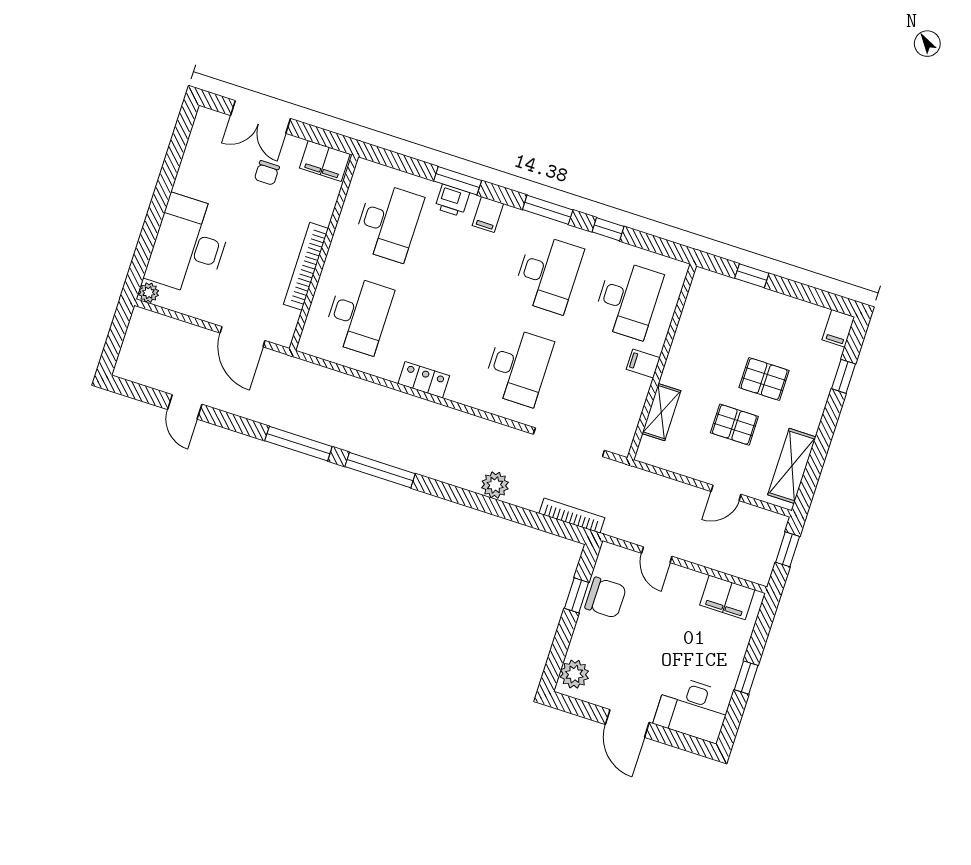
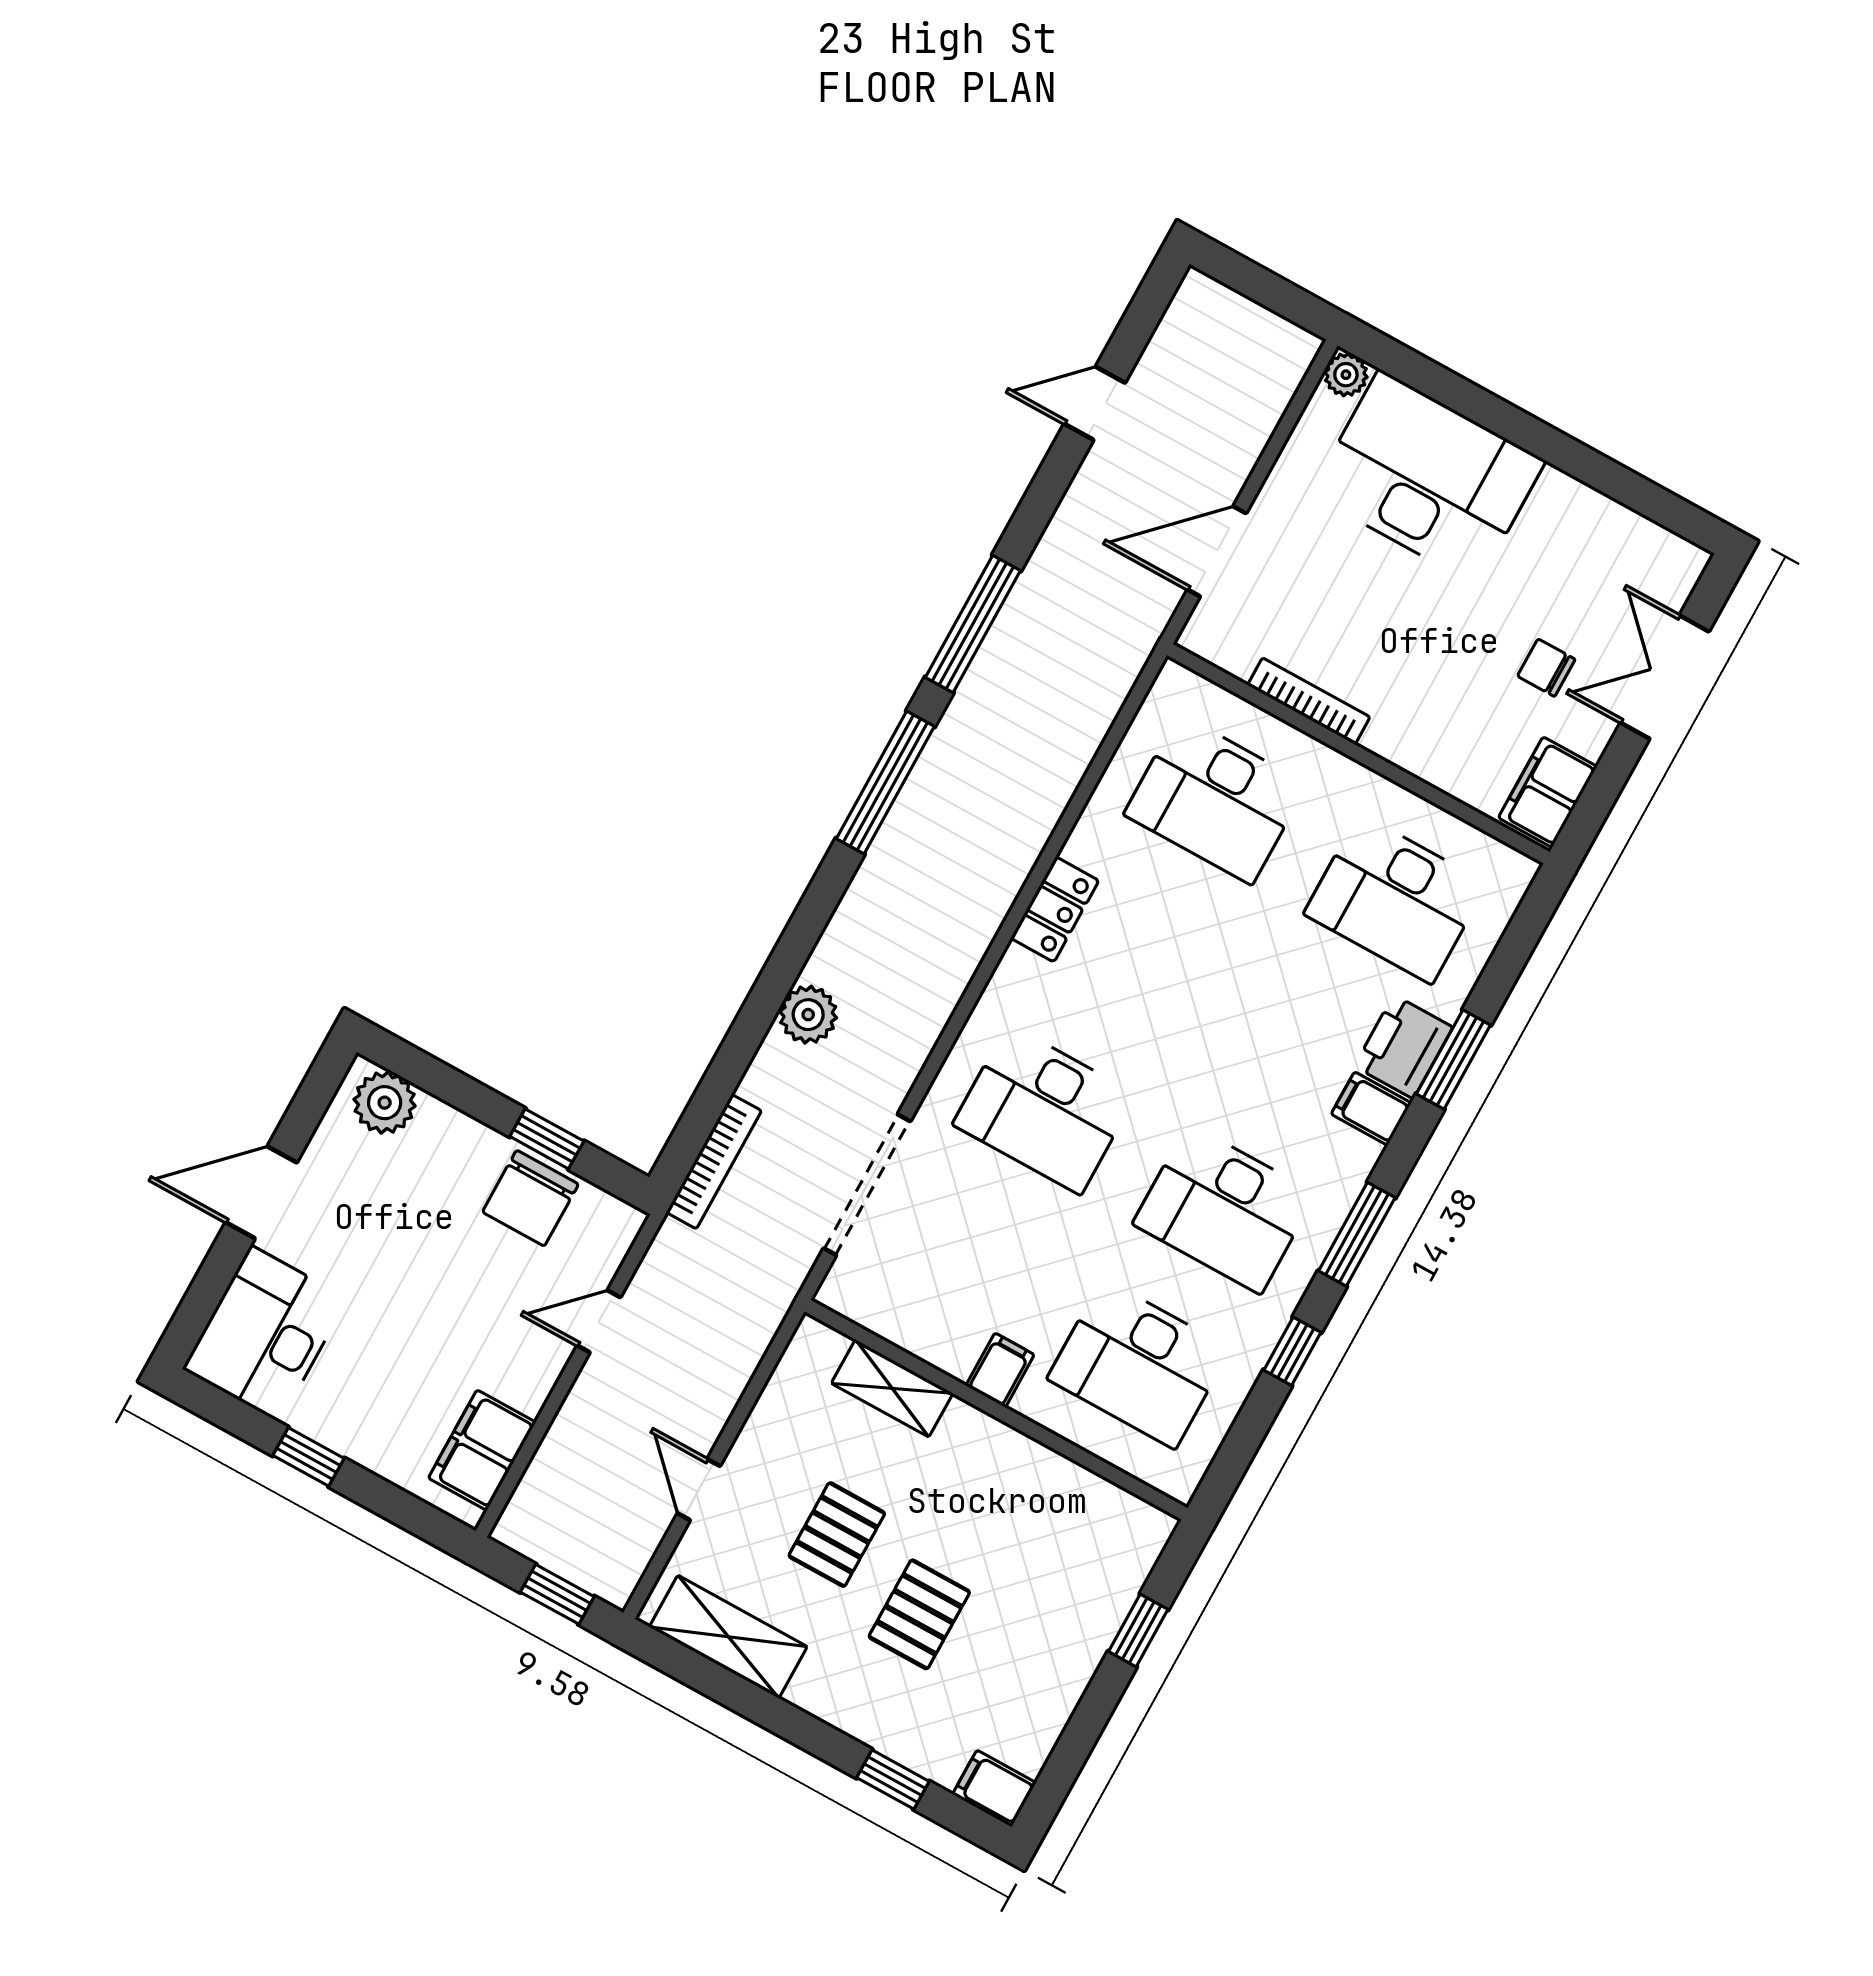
printer: (452, 200) -> (1403, 1047), width x1.36, depth x1.24
bookcase: (306, 266) -> (1309, 701), width x0.68, depth x0.76

